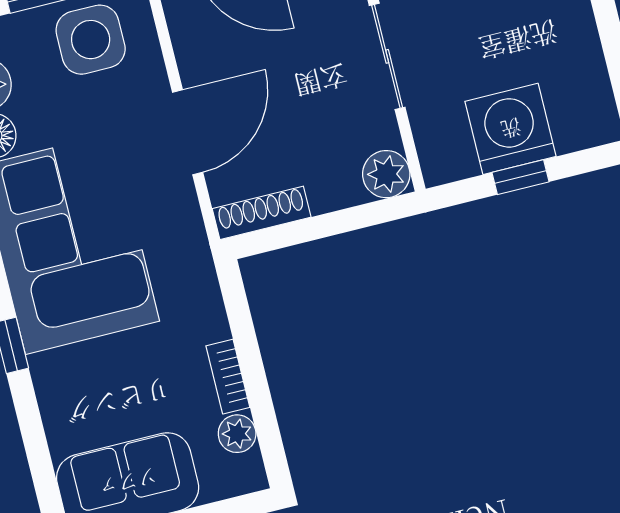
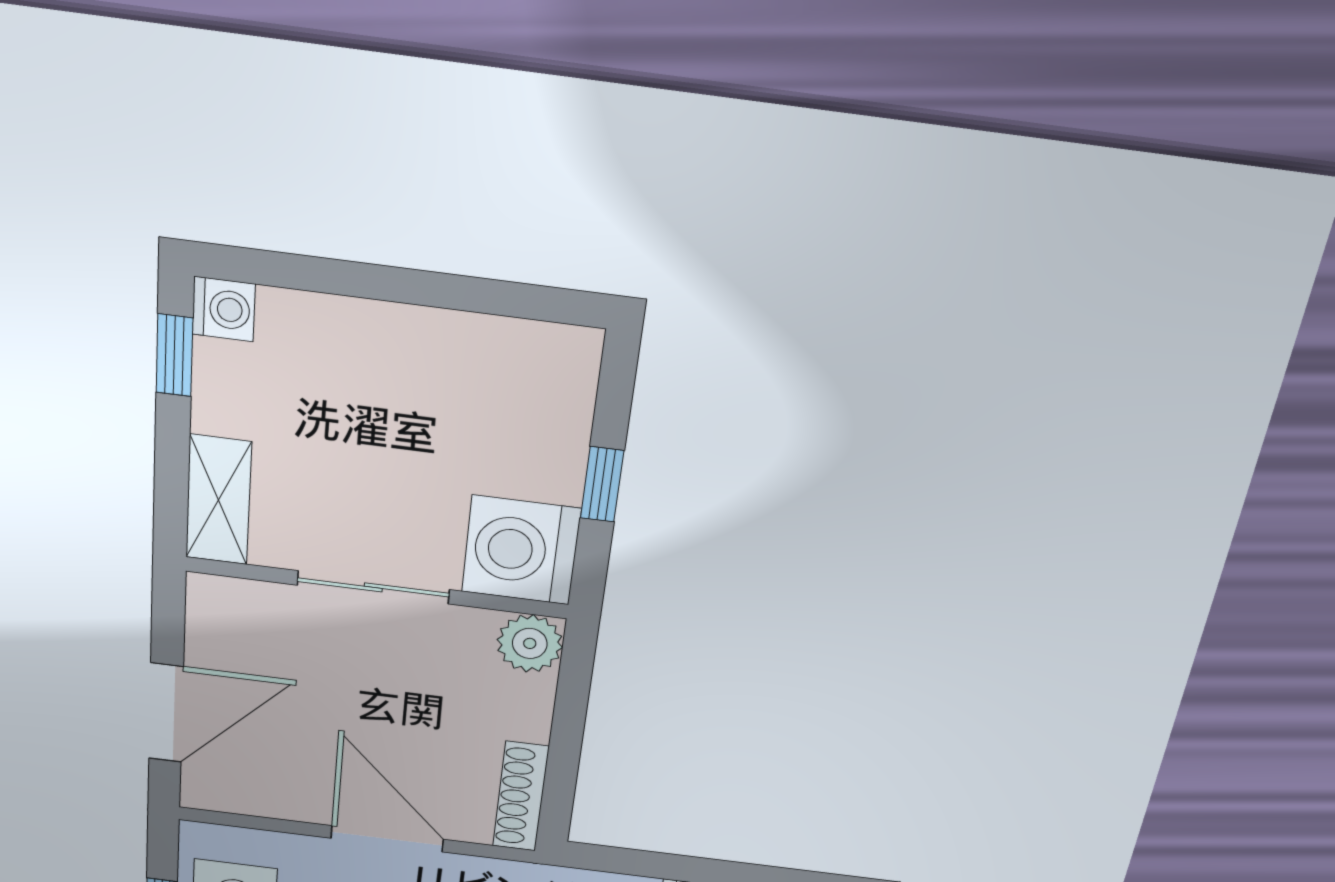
washing machine: (511, 129) -> (521, 550), moved

